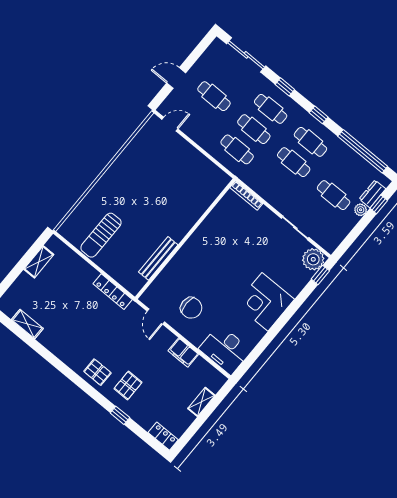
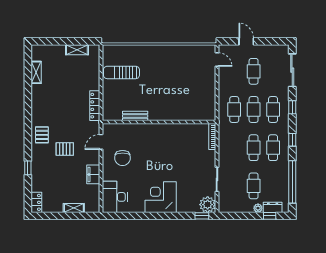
bench: (158, 258) -> (135, 116), width x0.73
pallet: (128, 385) -> (65, 149), moved

